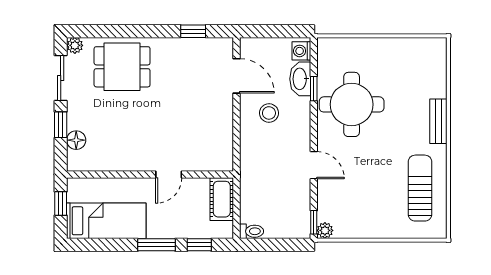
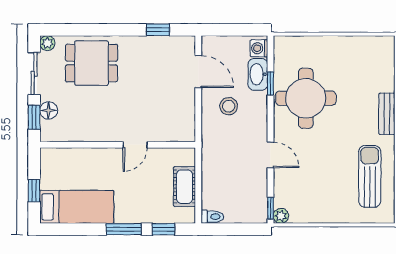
floor lamp: (76, 140) -> (49, 110), moved
wall: (150, 175) -> (118, 145), moved
door: (169, 175) -> (135, 145), moved

